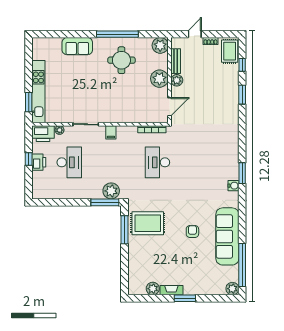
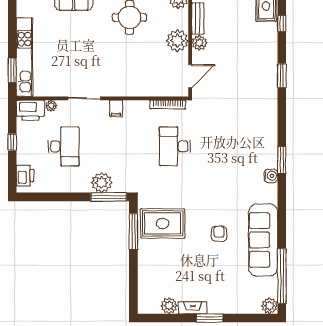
window: (242, 95) -> (282, 76), moved
printer: (39, 162) -> (25, 176), moved
plant: (111, 191) -> (102, 182), moved

